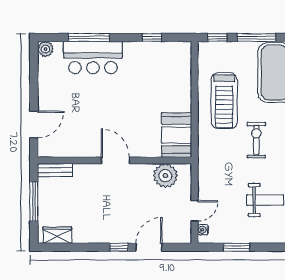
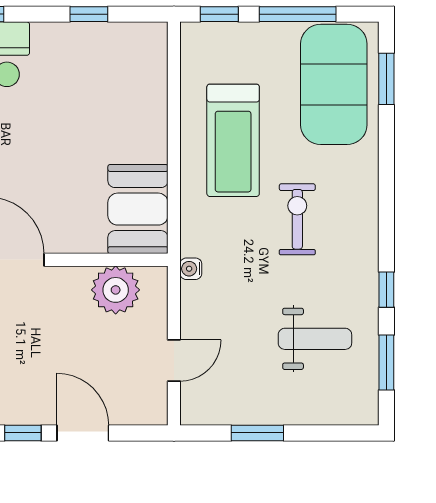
water cooler: (203, 230) -> (191, 269), moved
door: (149, 247) -> (83, 433), hinge flipped

